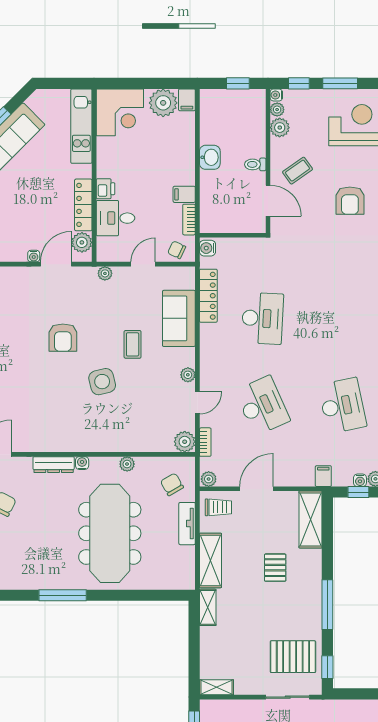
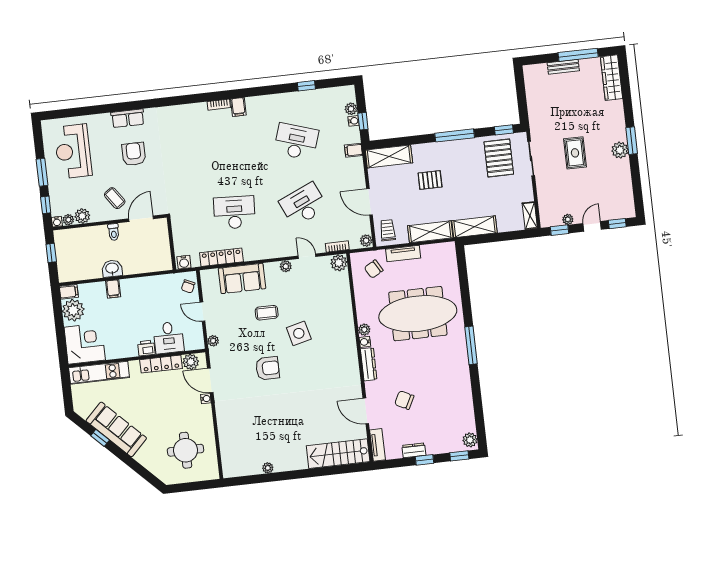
filing cabinet: (184, 194) -> (113, 289), moved
armchair: (350, 201) -> (134, 154), turned -90
bookcase: (189, 220) -> (163, 279), removed
desk: (342, 406) -> (296, 142), turned 30
plant: (127, 464) -> (364, 330), moved
shelving: (208, 607) -> (475, 227), width x1.50, depth x1.33

